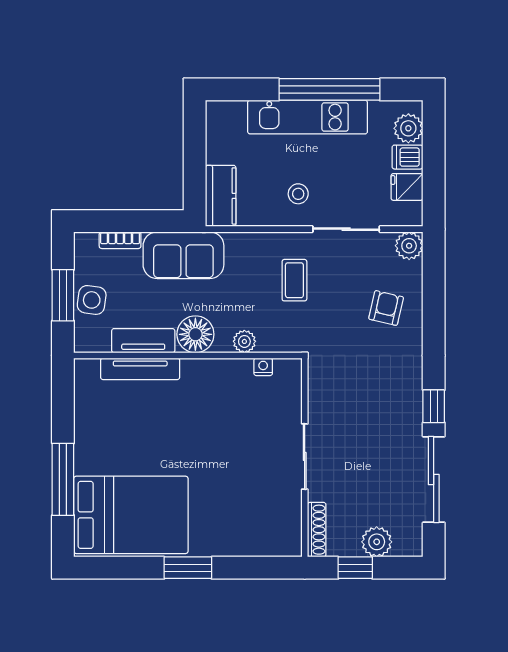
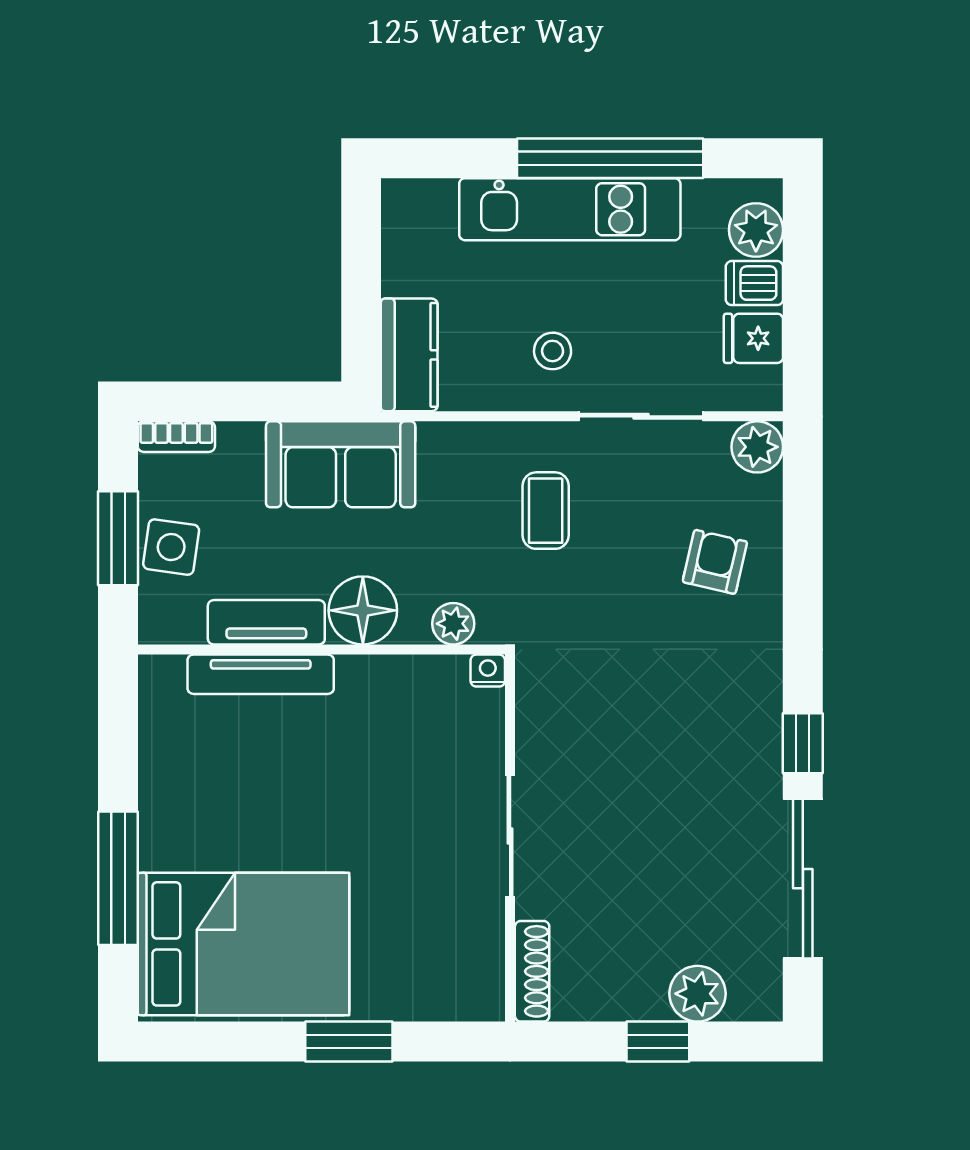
bookcase: (120, 240) -> (176, 437), moved
sliding door: (305, 456) -> (510, 836), moved
wall: (305, 458) -> (510, 838), moved
shoe rack: (317, 530) -> (532, 971), moved

